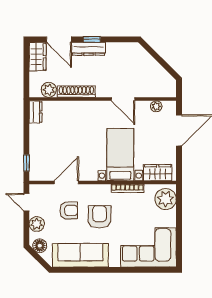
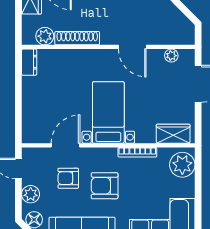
bed with nightstands: (120, 155) -> (108, 112), moved
window: (26, 163) -> (18, 122), removed
armchair: (69, 210) -> (68, 178), turned 180
armchair: (100, 217) -> (105, 186), turned -90

